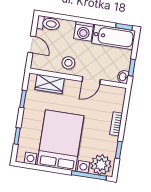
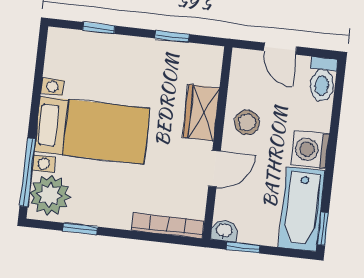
door: (32, 44) -> (280, 49), hinge flipped
door: (91, 80) -> (214, 169), swing flipped
wardrobe: (50, 84) -> (201, 113), moved
bookcase: (116, 124) -> (168, 226), moved, width x1.56
bed with nightstands: (60, 140) -> (92, 130), width x0.73

